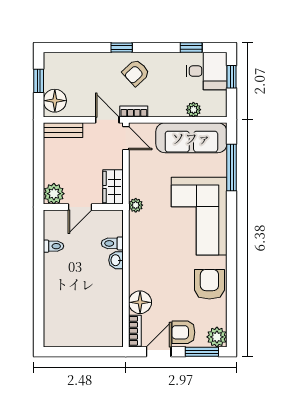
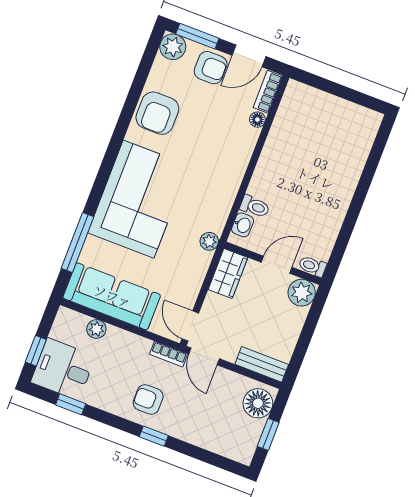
armchair: (136, 73) -> (148, 399), turned -137
toilet: (53, 246) -> (312, 266), moved
washbasin: (116, 260) -> (243, 225), moved
floor lamp: (140, 302) -> (257, 120), width x0.53, depth x0.53

